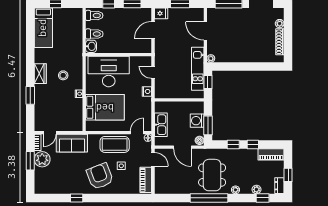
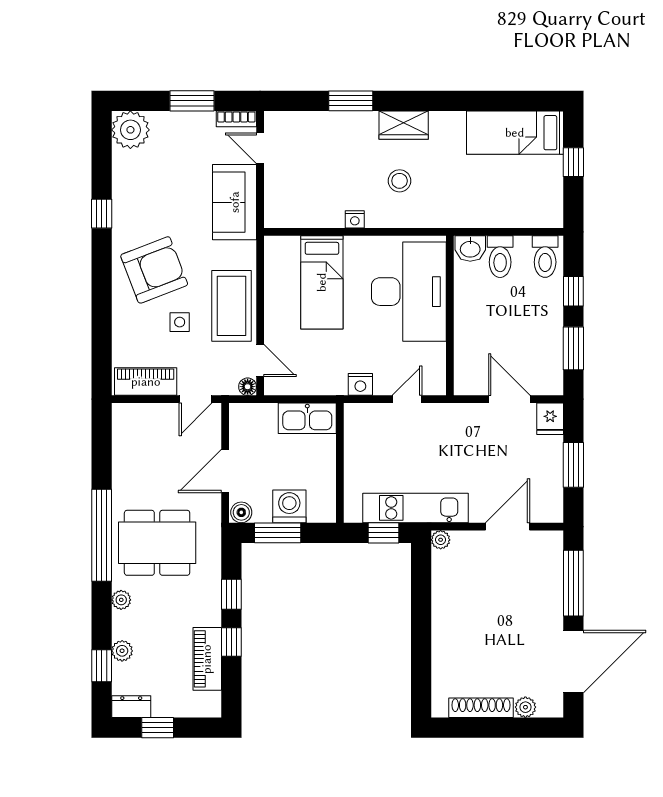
bed: (105, 107) -> (322, 282), width x0.67
kitchen sink: (161, 125) -> (307, 418), moved
piano: (271, 154) -> (207, 659), moved
plant: (42, 159) -> (130, 130), moved

